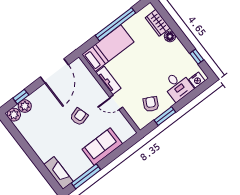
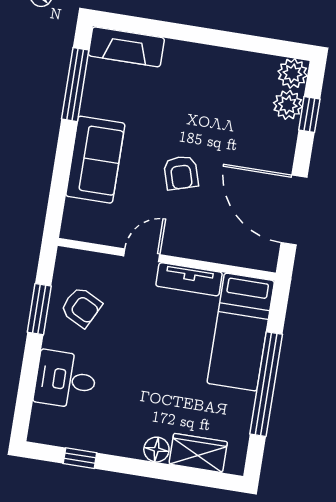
nightstand: (197, 80) -> (43, 420), removed

